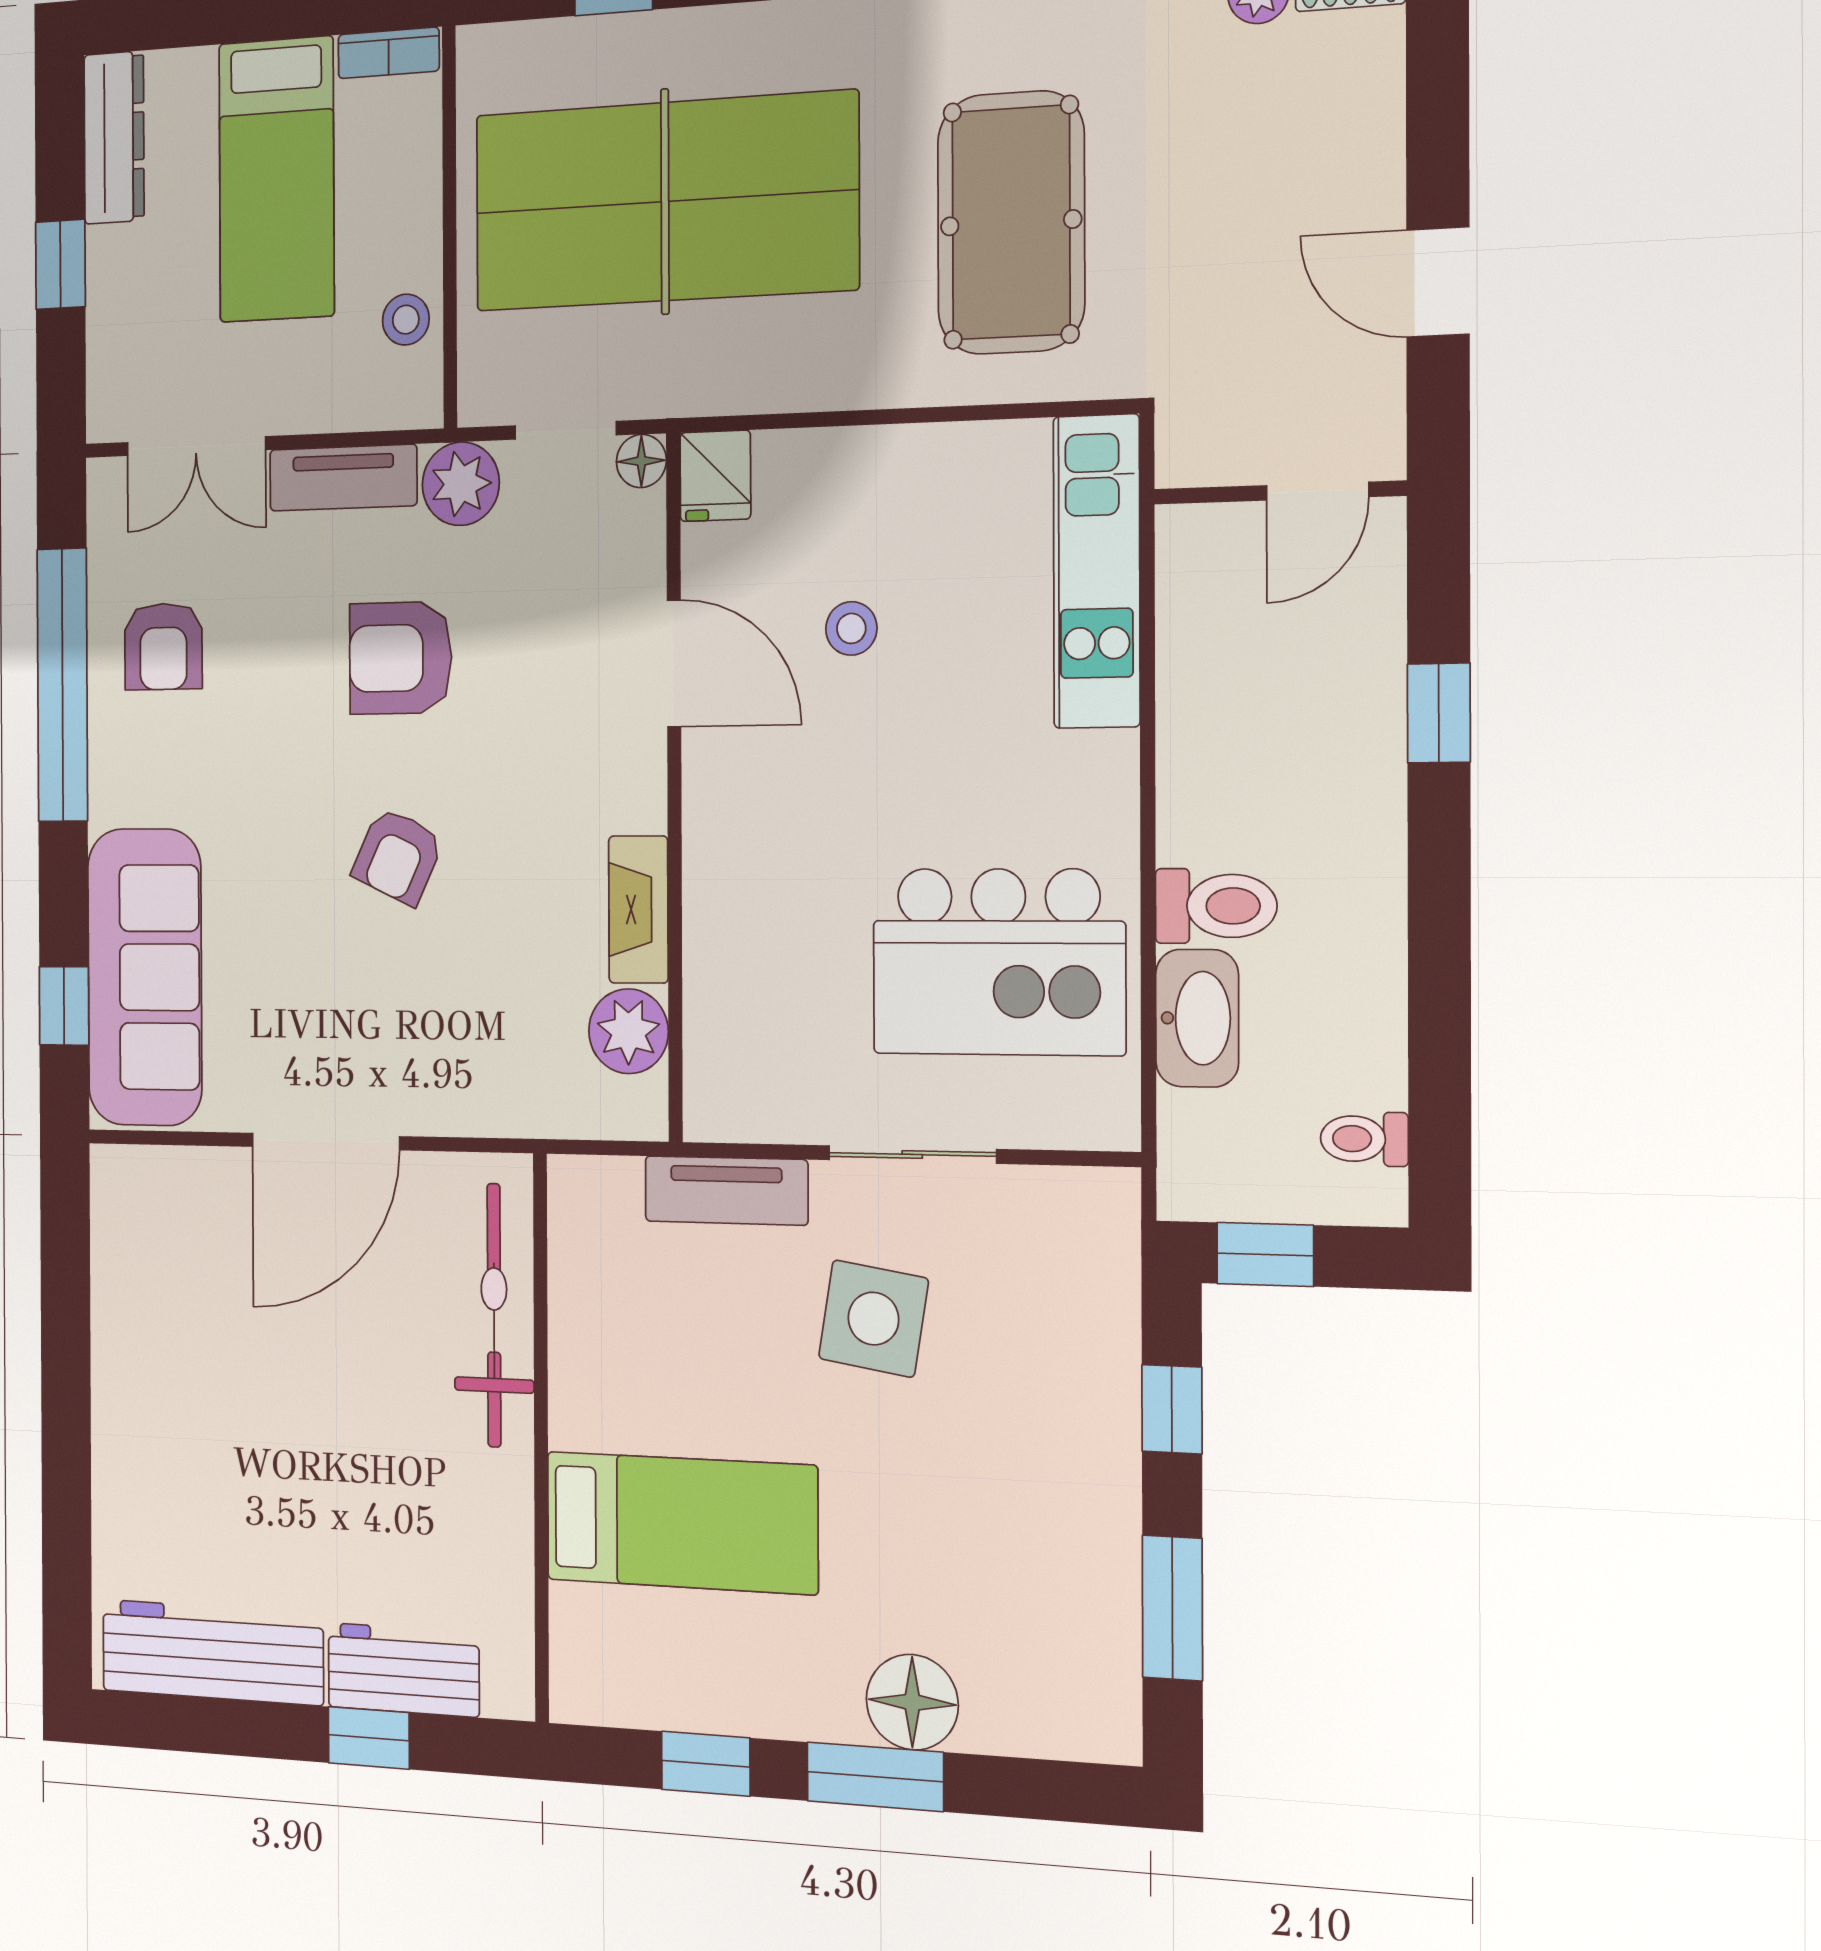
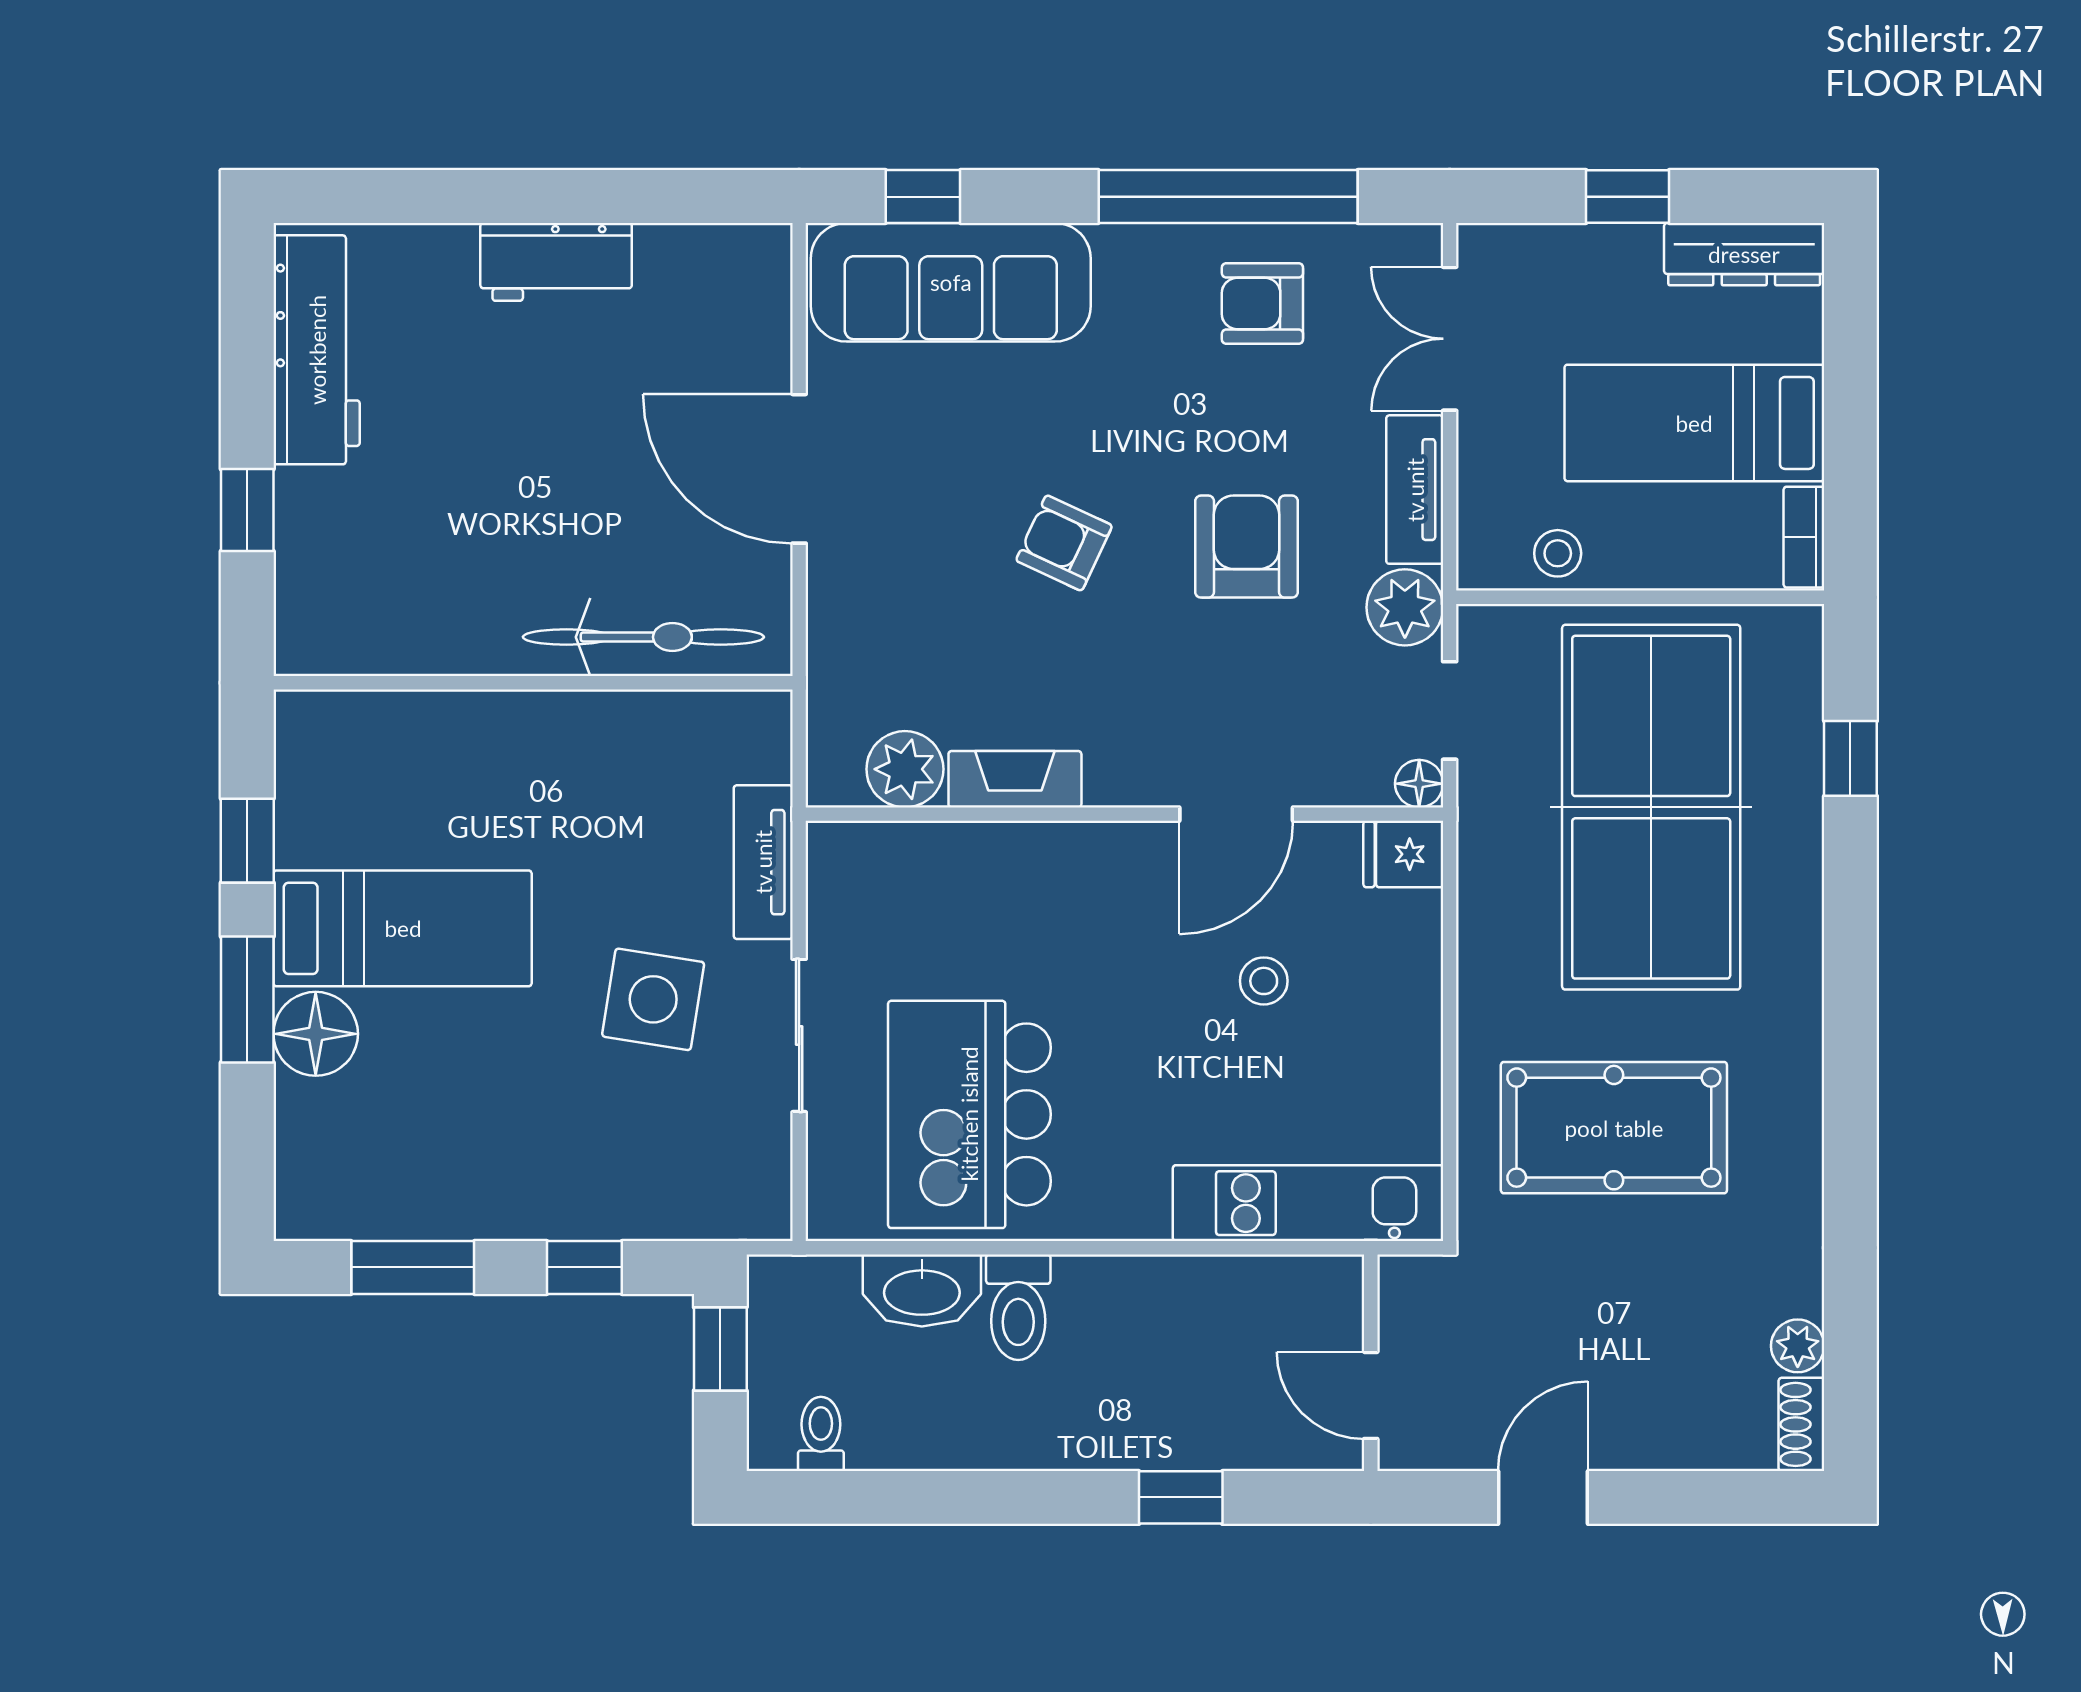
bed: (681, 1523) -> (403, 928), moved, turned -90
workbench: (403, 1670) -> (556, 262), moved, turned 90

